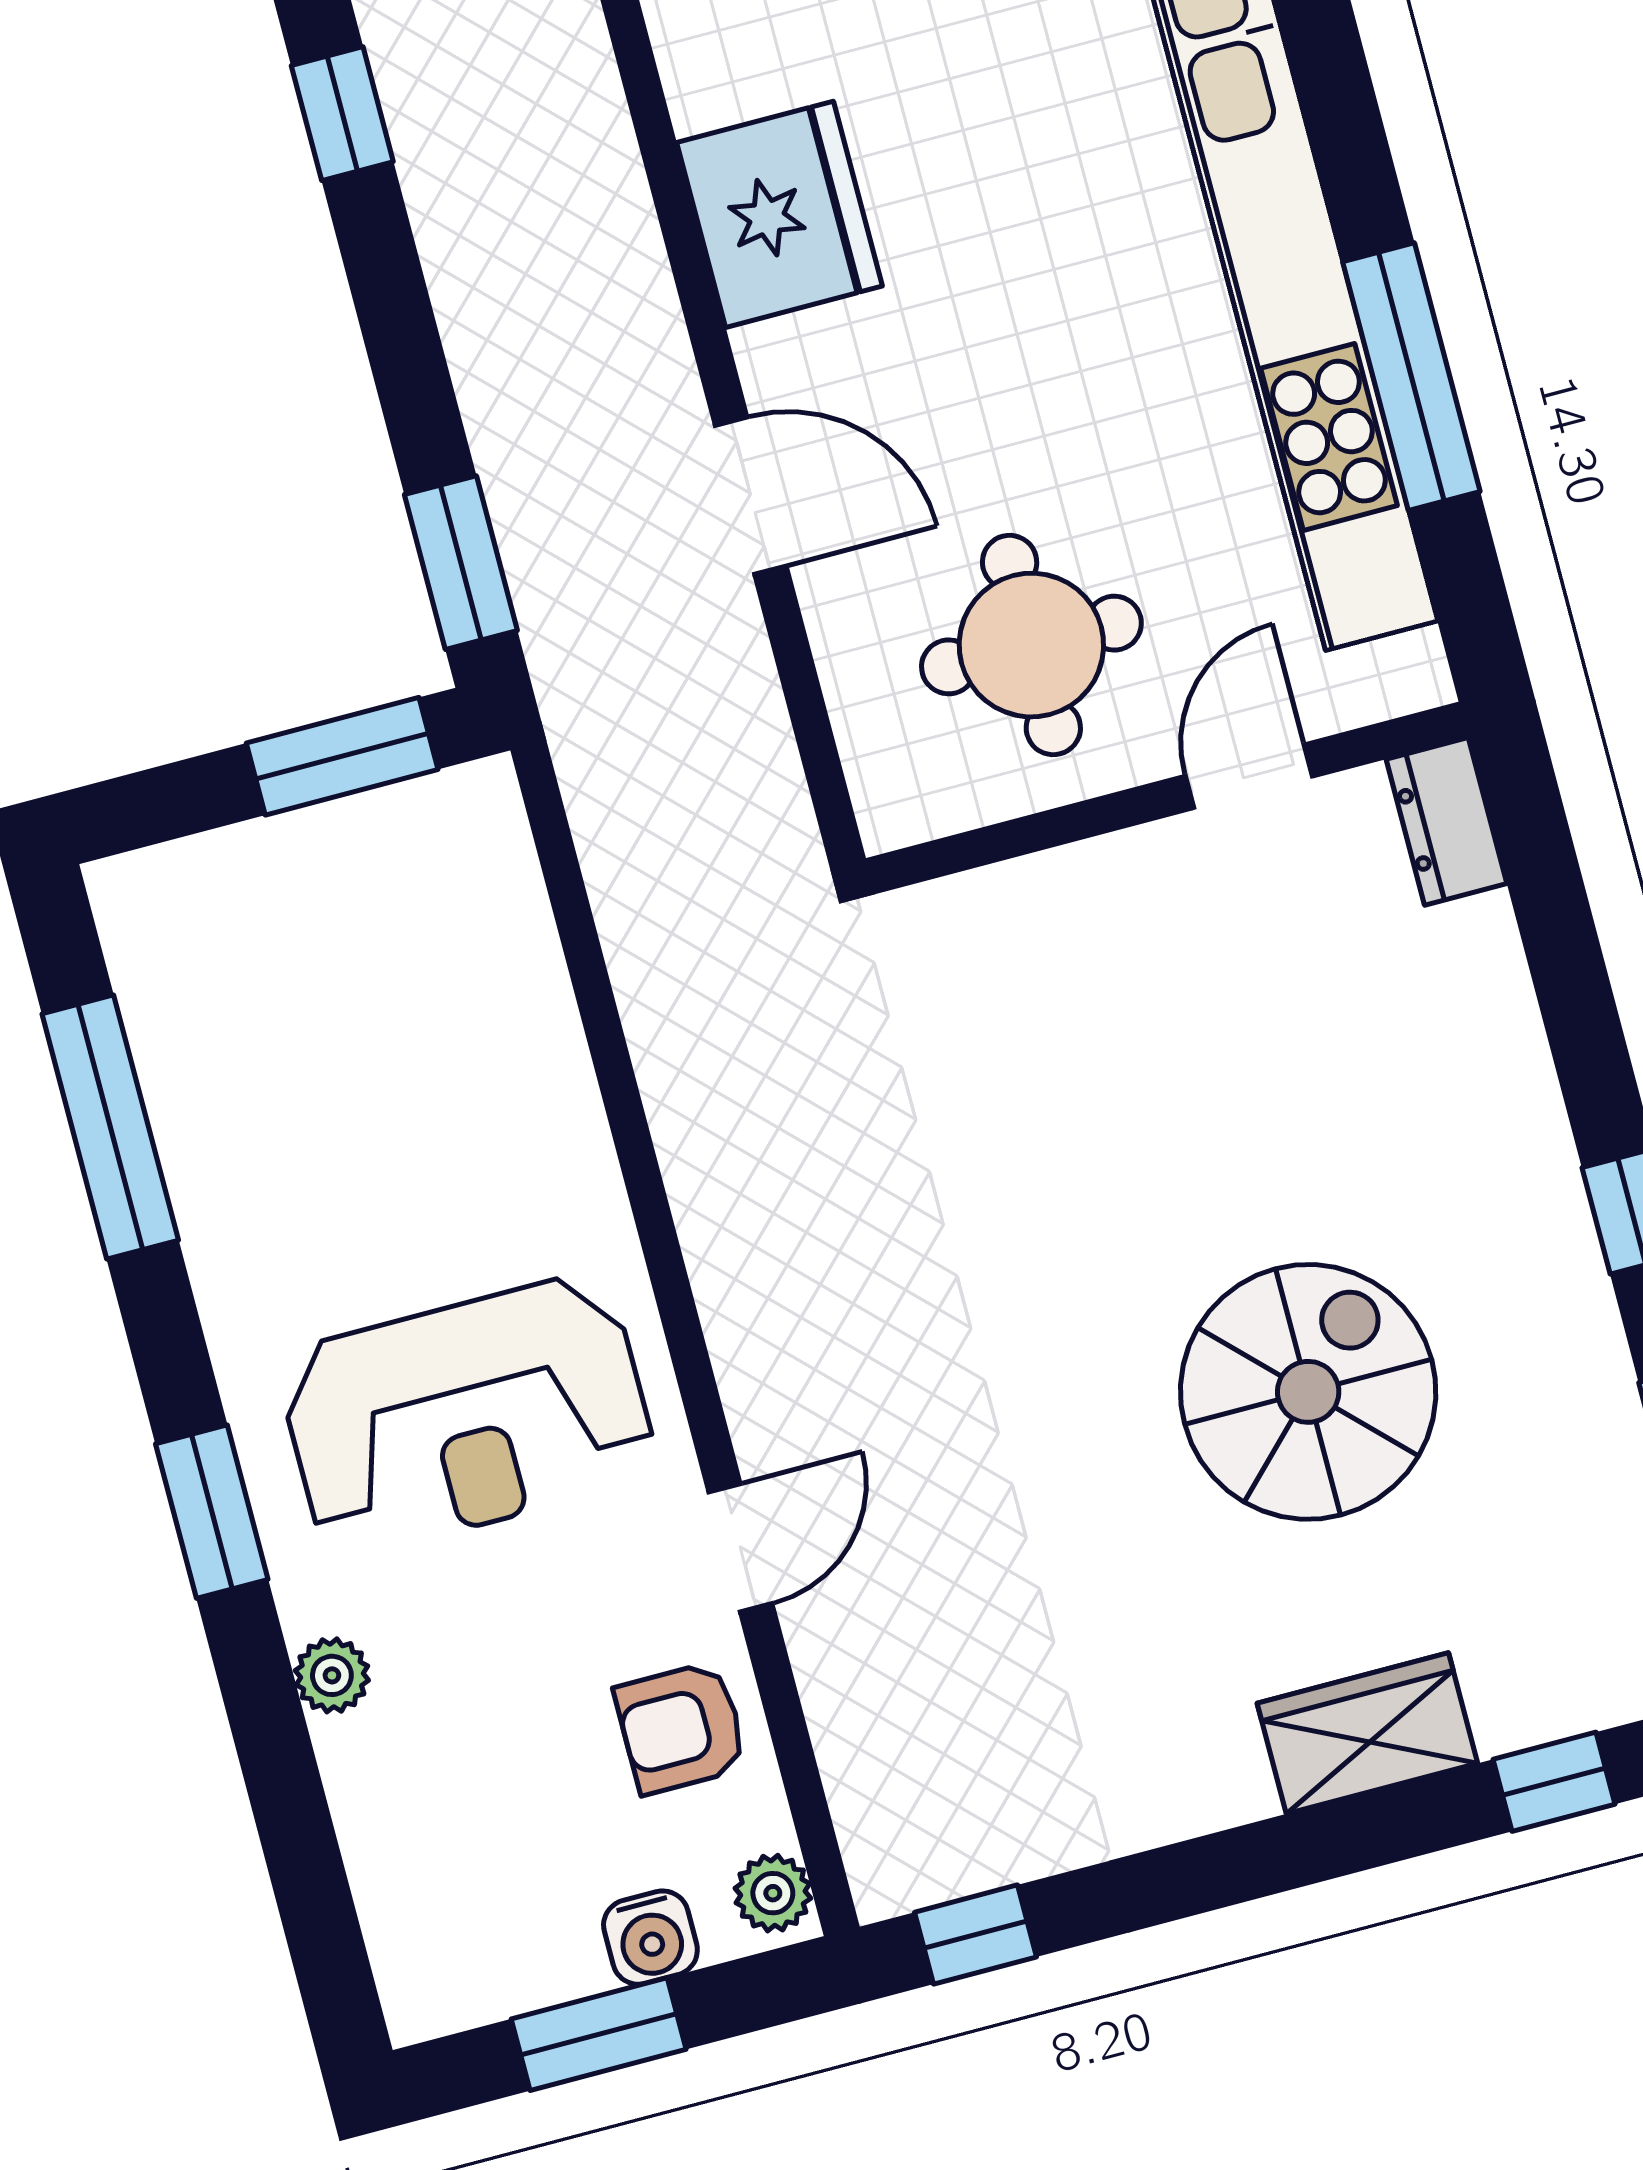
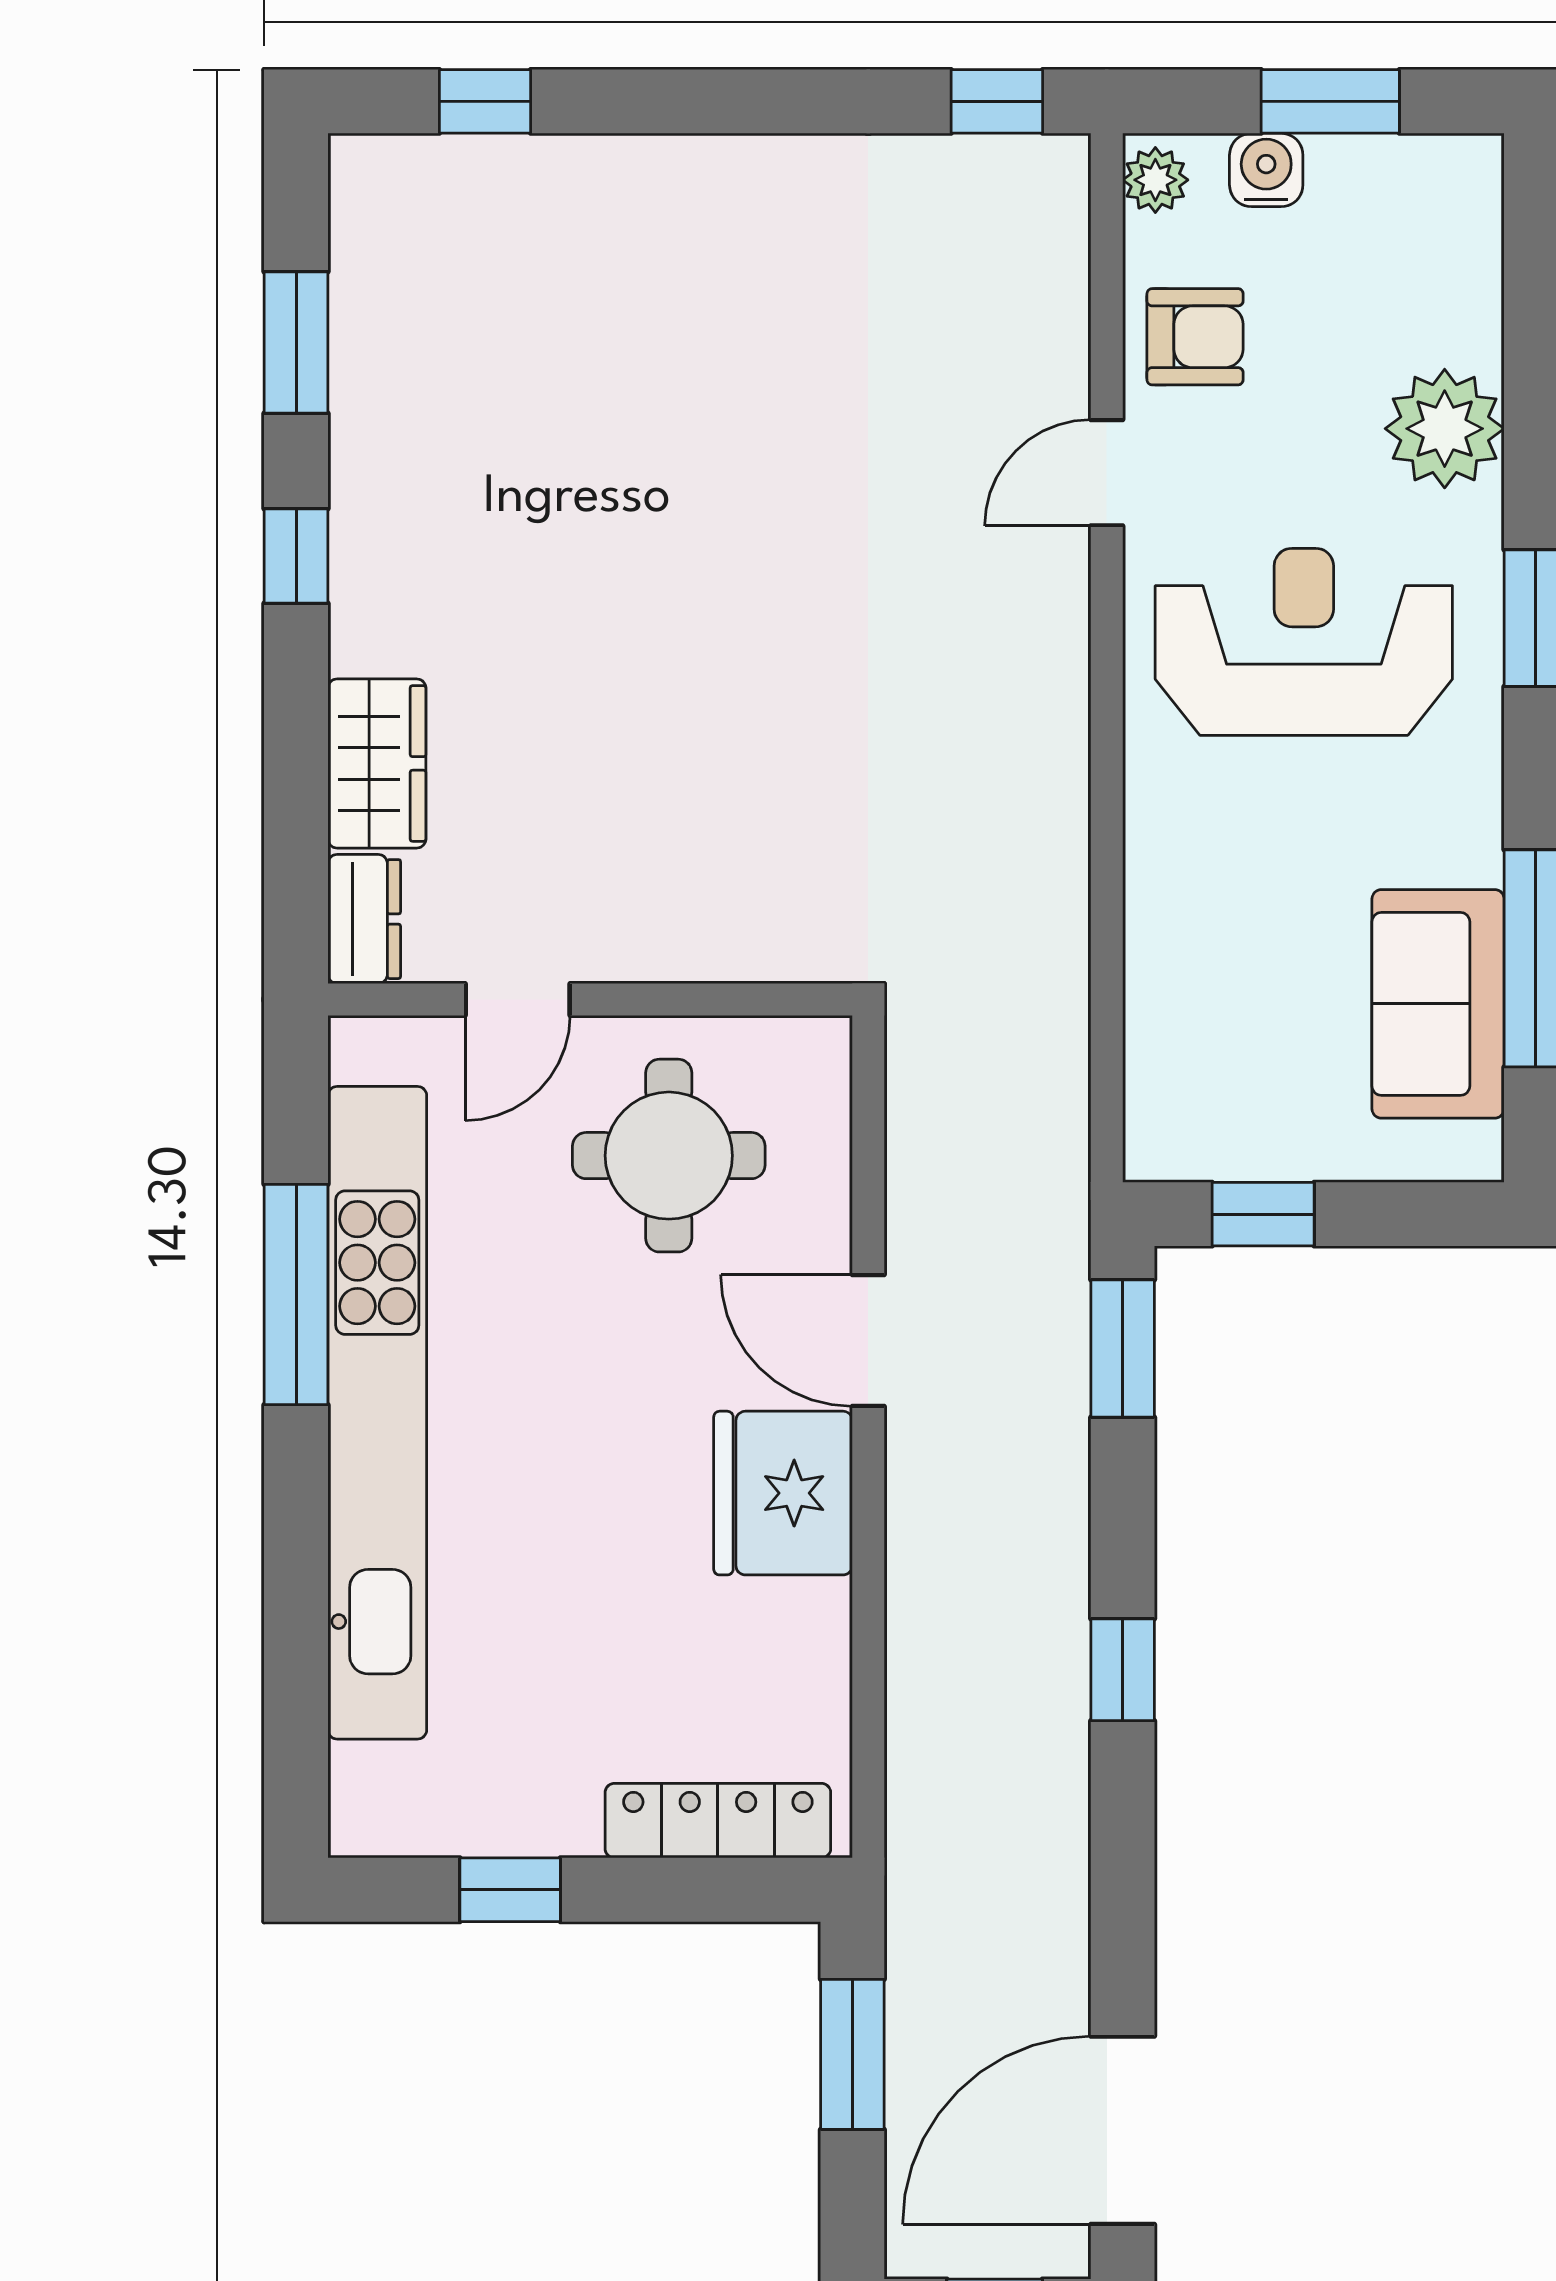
window: (342, 114) -> (1123, 1670), moved
fridge: (779, 214) -> (783, 1493), moved
window: (342, 756) -> (1263, 1214), width x0.67
sofa: (207, 1046) -> (1438, 1004), added
spiral stairs: (1308, 1392) -> (603, 478), removed
plant: (332, 1675) -> (1445, 429), width x1.88, depth x1.88
wardrobe: (1367, 1733) -> (377, 763), moved, turned -90

